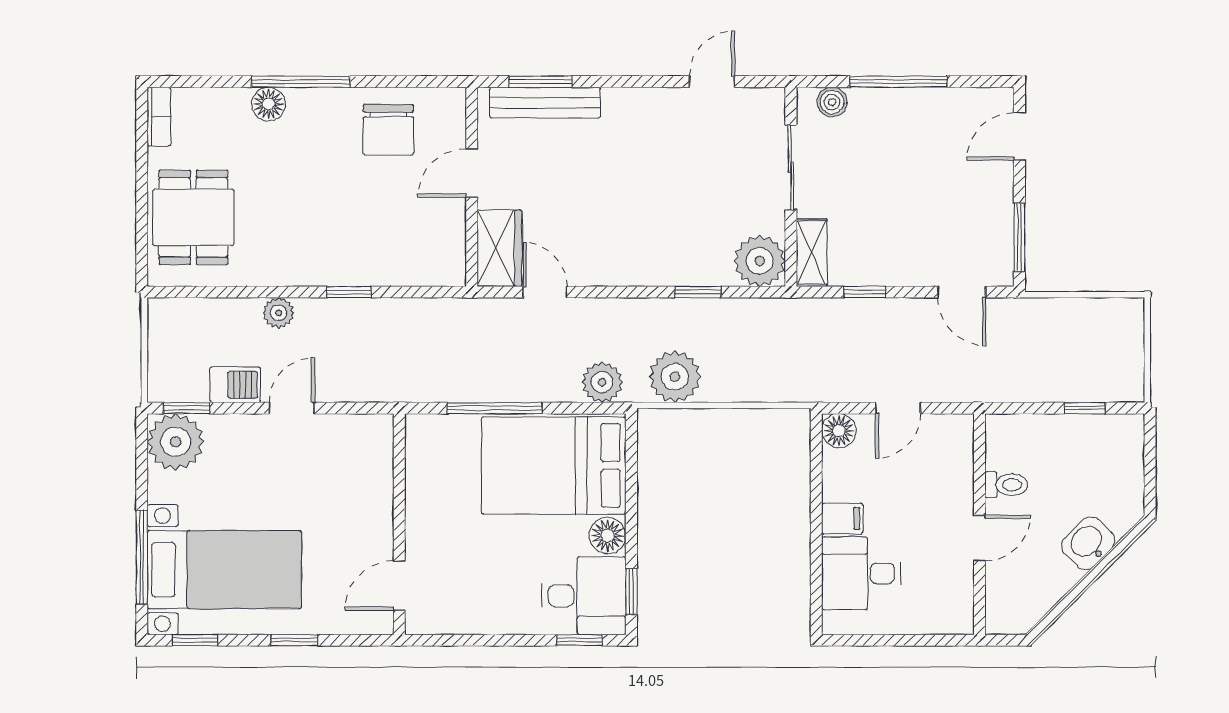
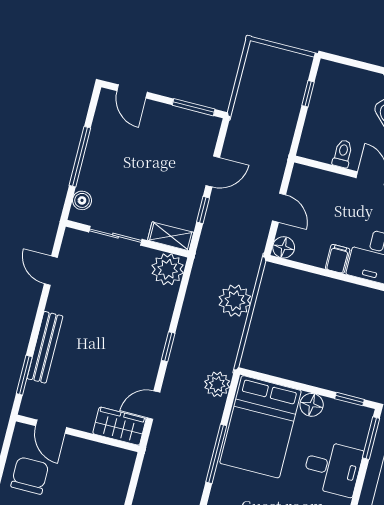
bench: (545, 103) -> (45, 347), moved
chair: (388, 130) -> (30, 475), turned -90
door: (472, 173) -> (51, 427), moved
window: (698, 292) -> (168, 347), moved
door: (962, 292) -> (213, 171), moved
plant: (675, 377) -> (235, 301), moved
desk: (584, 596) -> (333, 468), moved, turned 90
window: (580, 640) -> (371, 438), width x1.50

